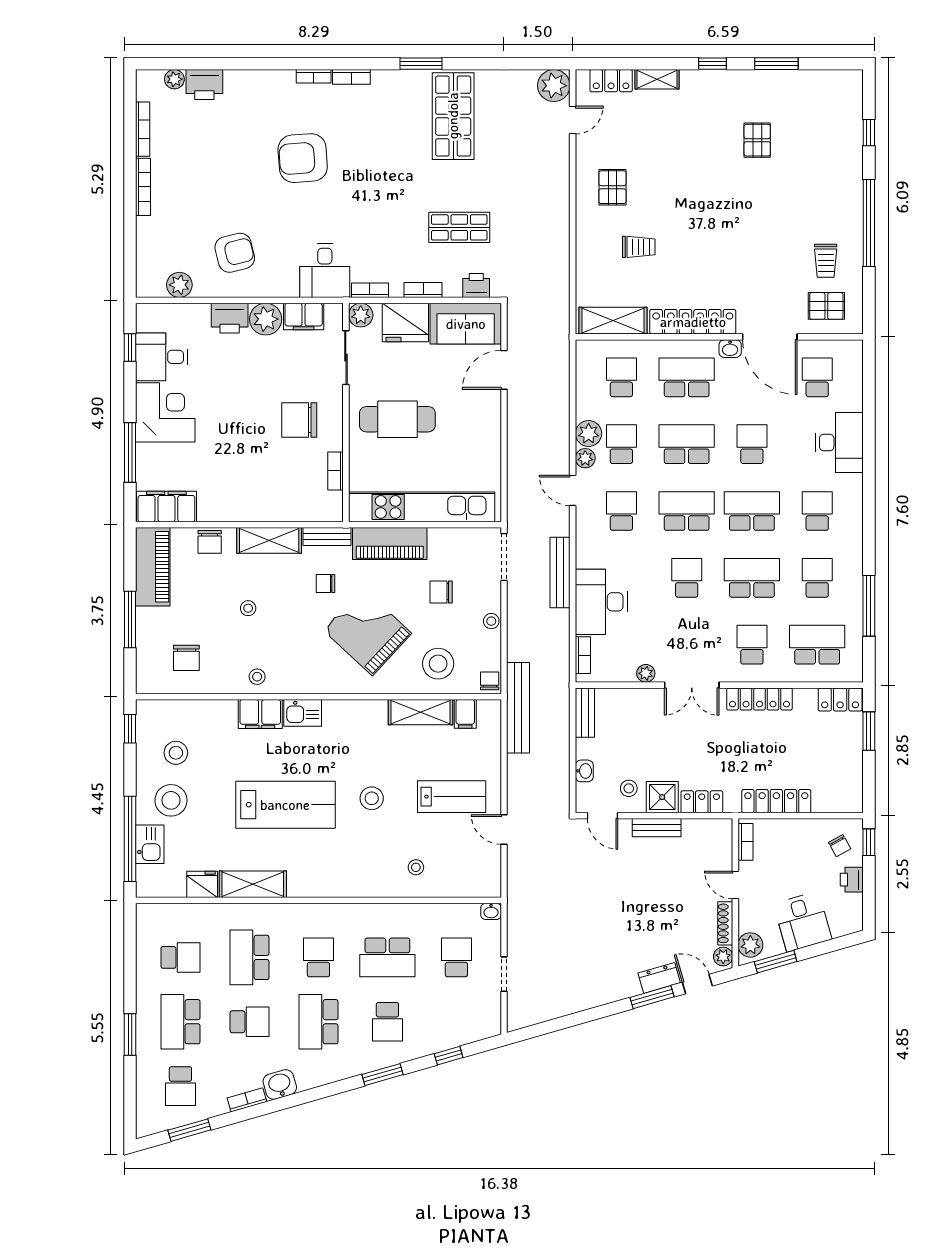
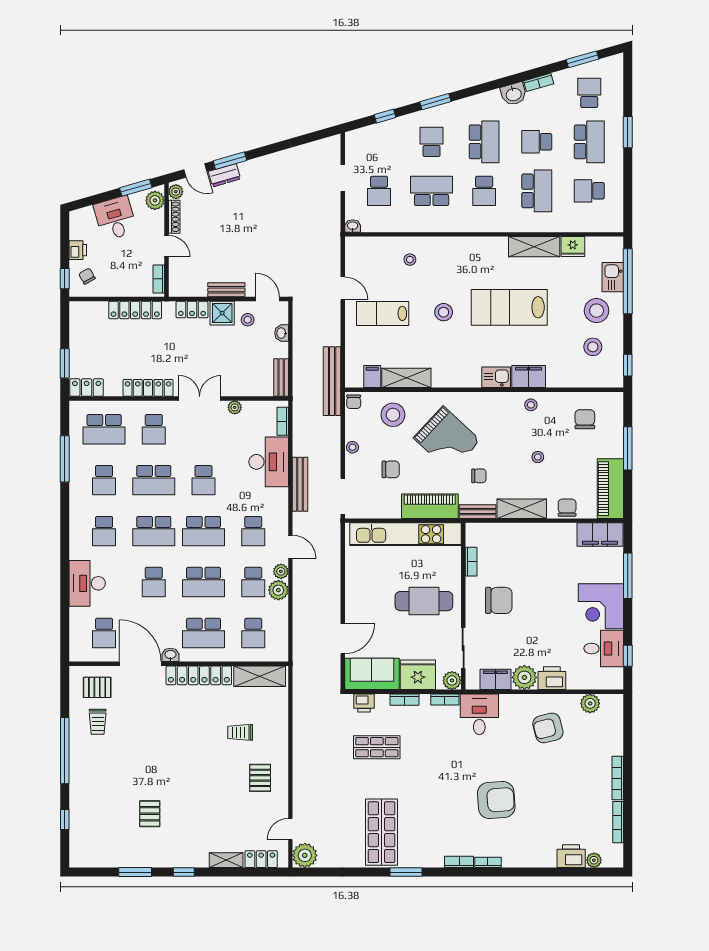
trolley: (826, 261) -> (98, 722), turned 180

